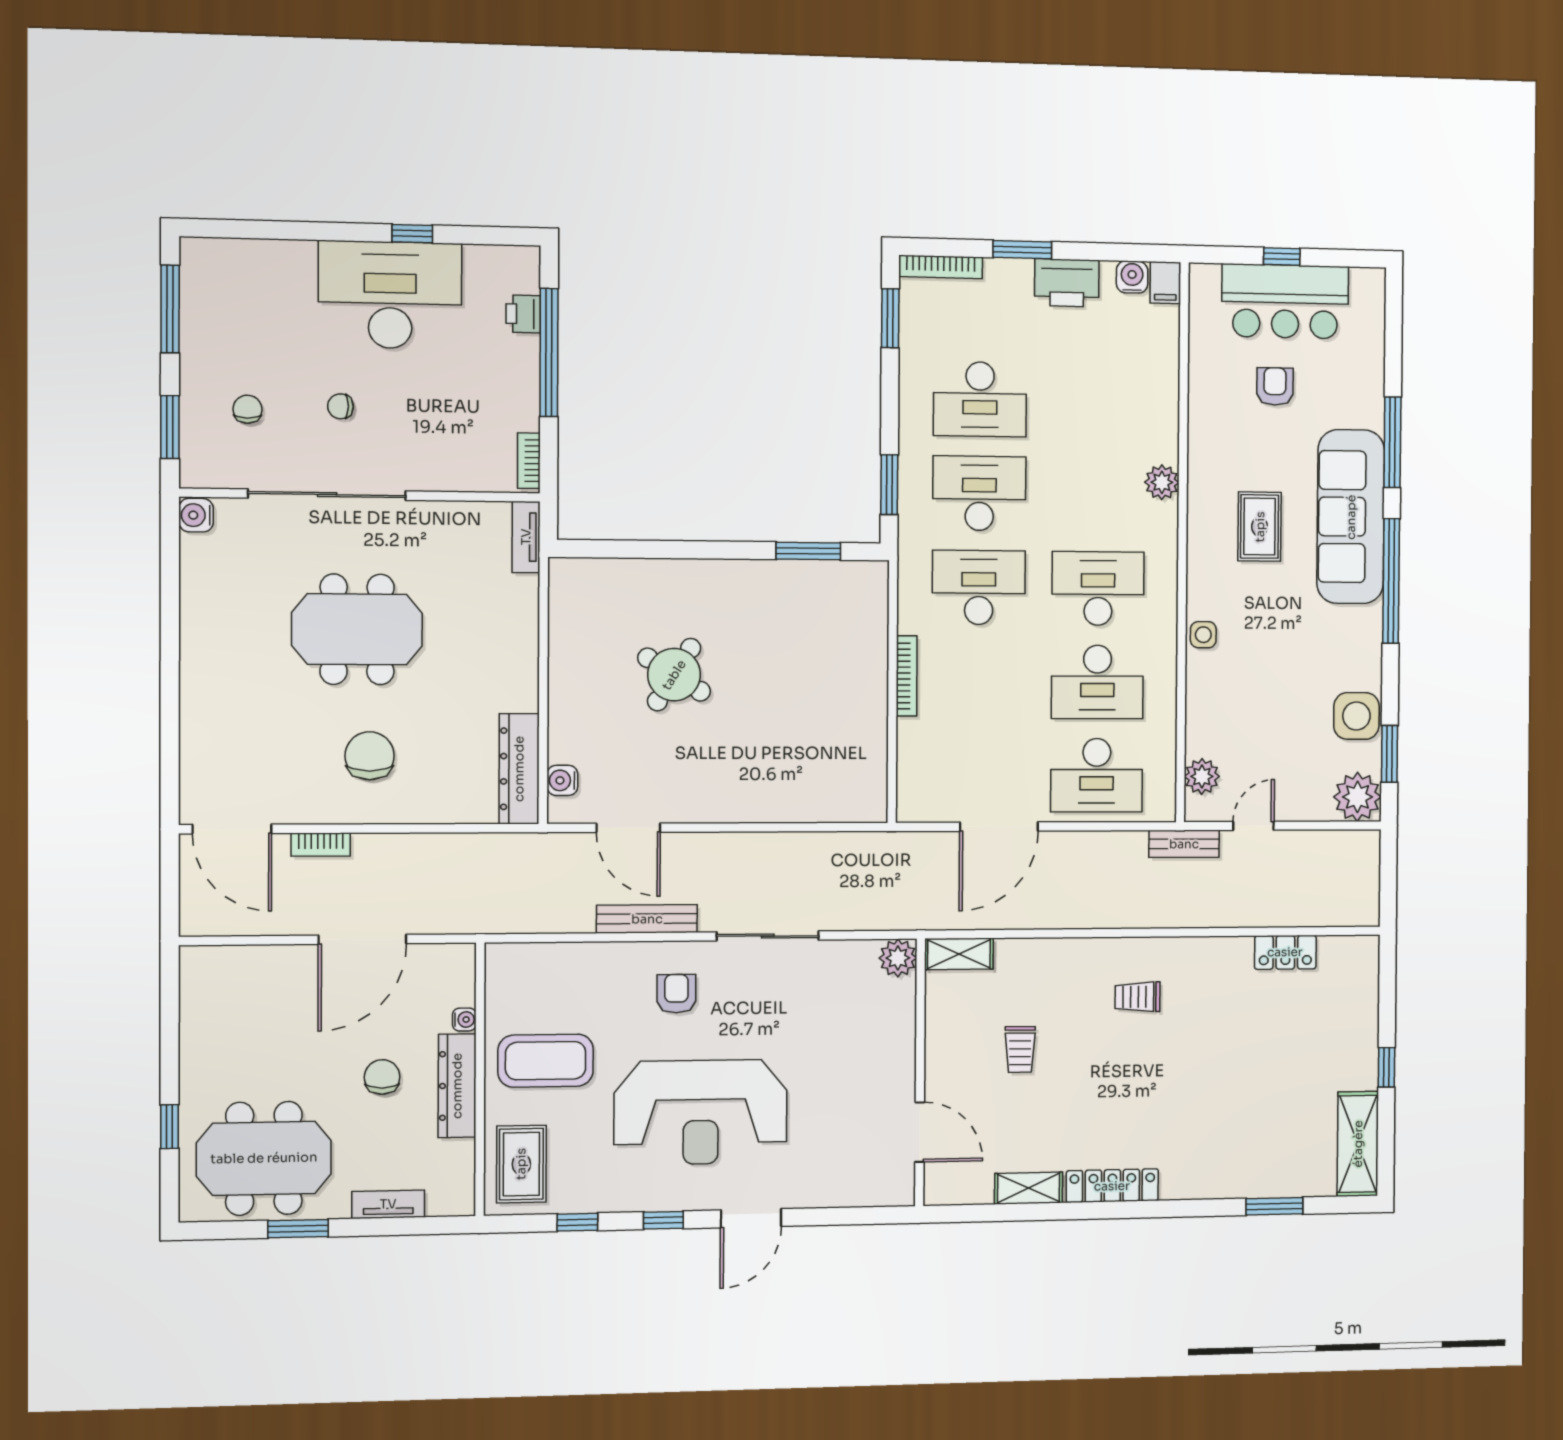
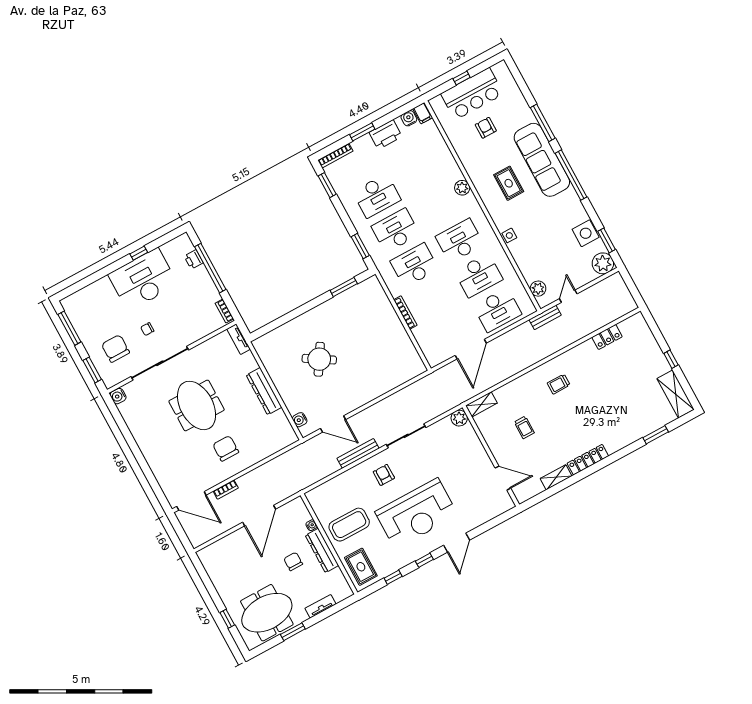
chair: (247, 409) -> (115, 348), width x1.87, depth x1.87
meeting table: (357, 629) -> (197, 405), turned 90
dresser: (519, 769) -> (264, 391), moved

